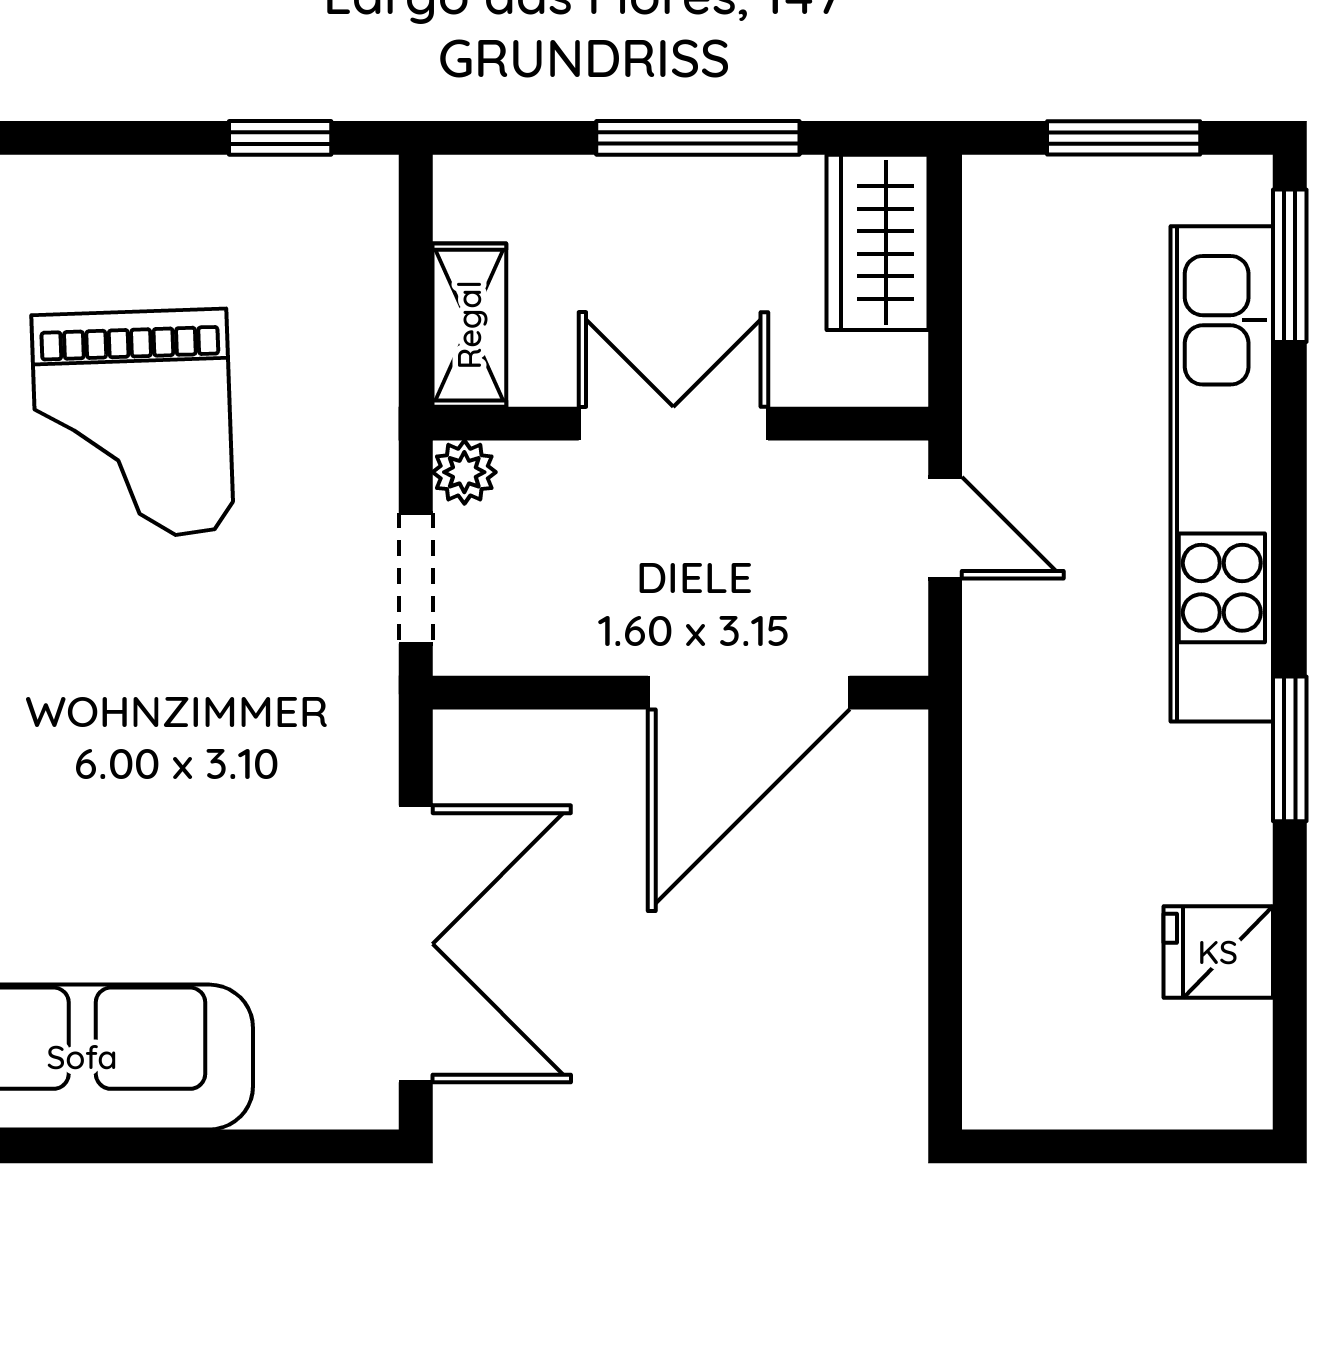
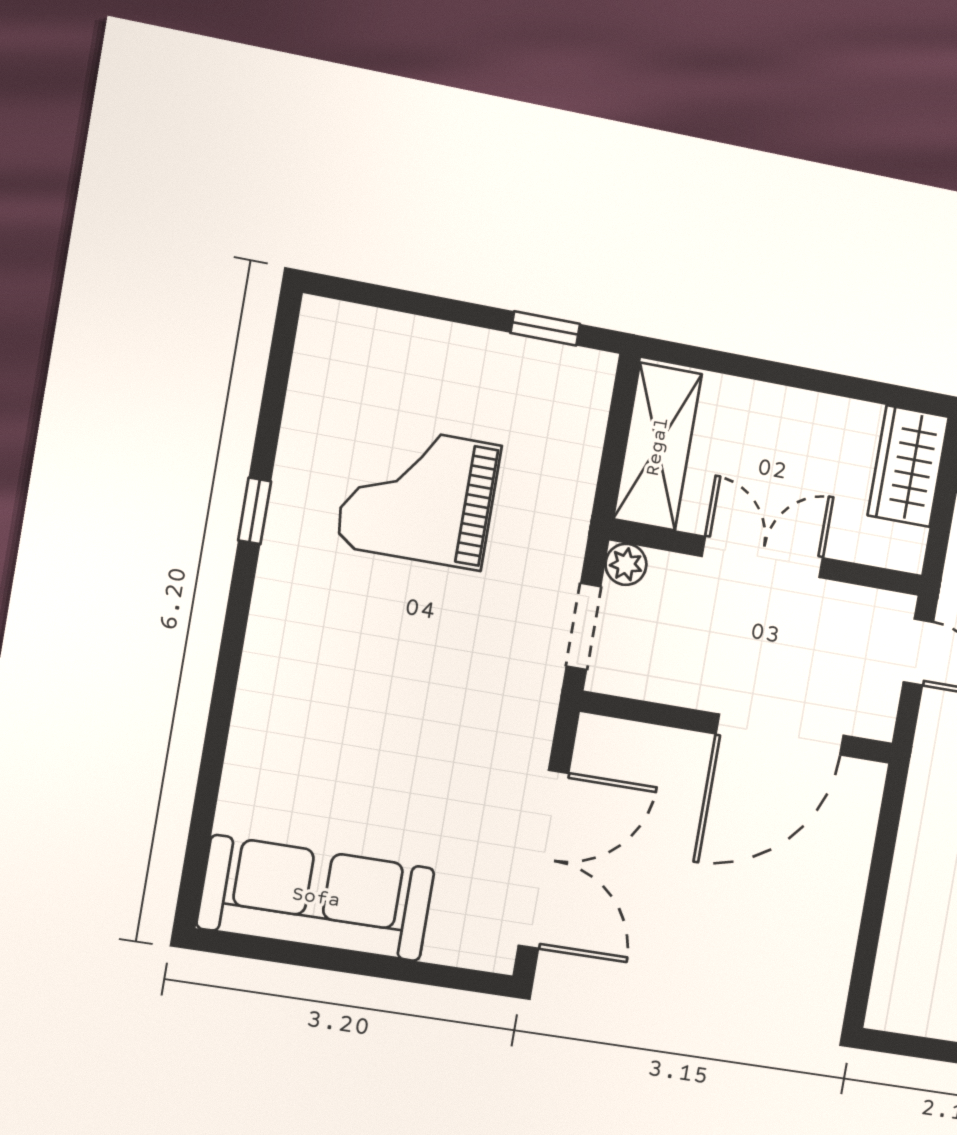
window: (698, 138) -> (809, 379), removed
shelving: (469, 325) -> (658, 447), width x1.50, depth x1.33
grand piano: (133, 424) -> (418, 495), turned 92

